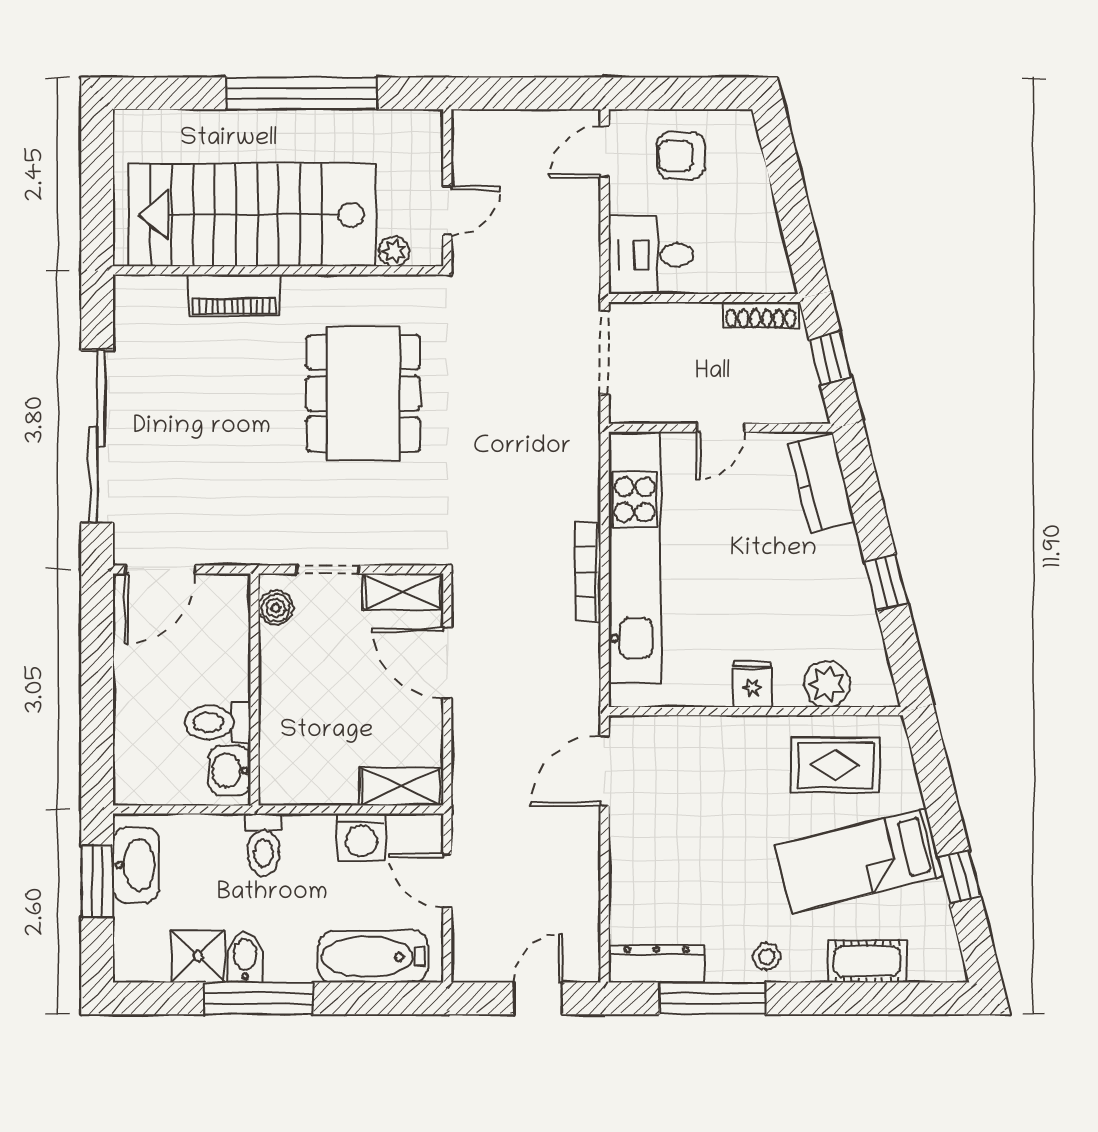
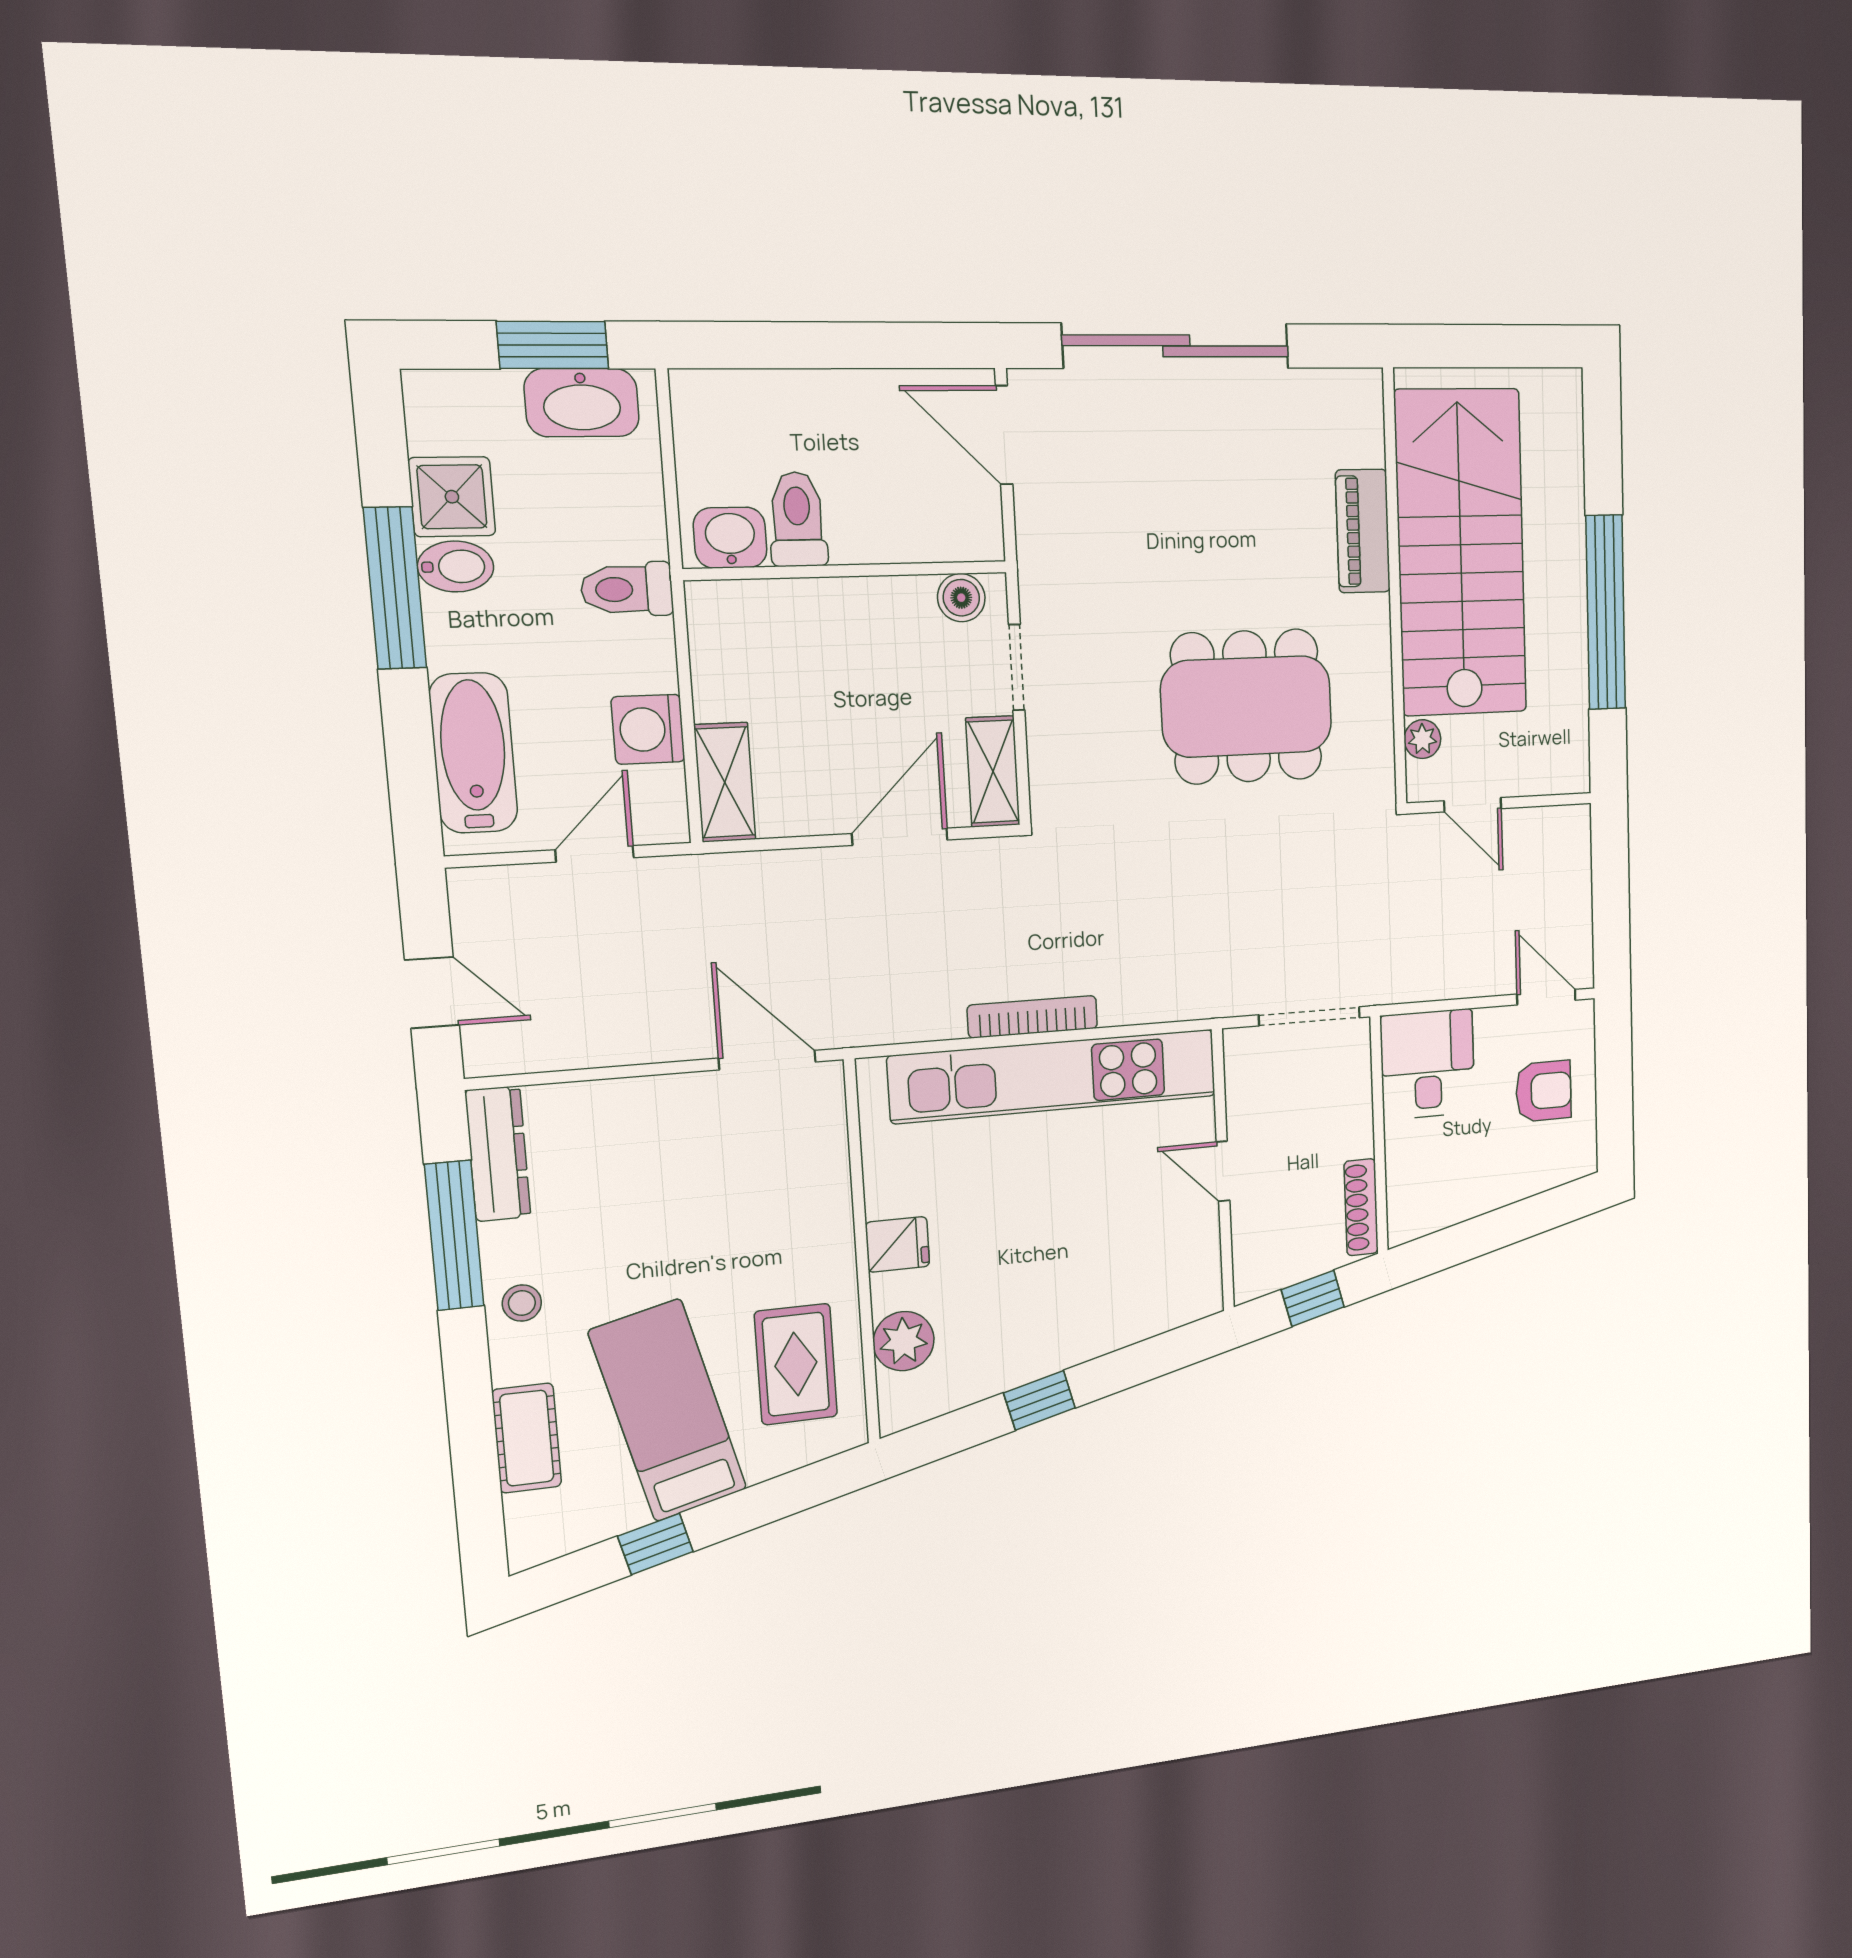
armchair: (681, 156) -> (1544, 1091), turned 90
kitchen counter: (822, 482) -> (1161, 1305), removed

